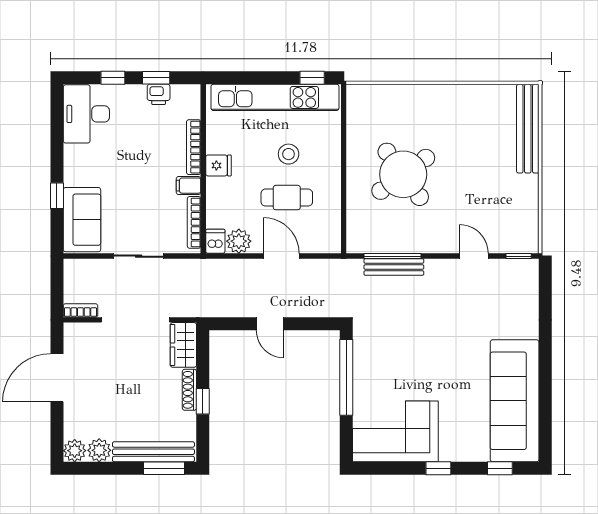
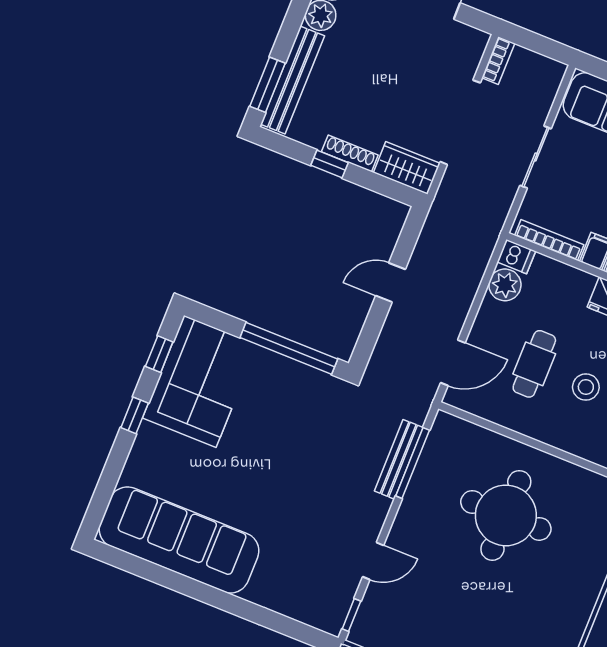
round table: (403, 174) -> (506, 515), turned 36
door: (281, 256) -> (453, 363), moved
window: (500, 468) -> (159, 354), moved

